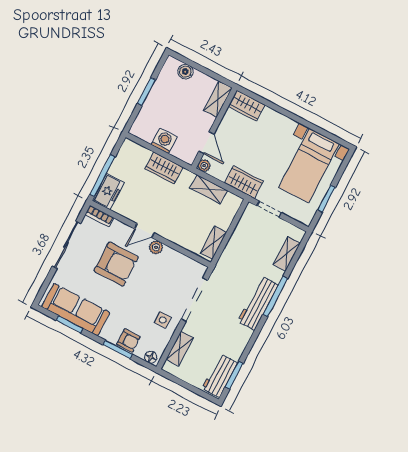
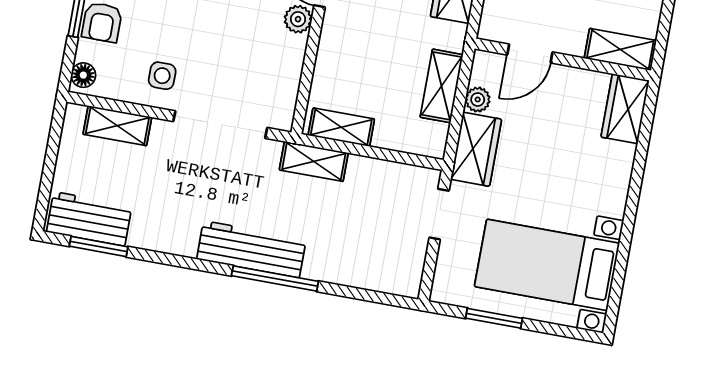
plant: (204, 166) -> (478, 100), moved
shelving: (287, 254) -> (314, 161), moved

